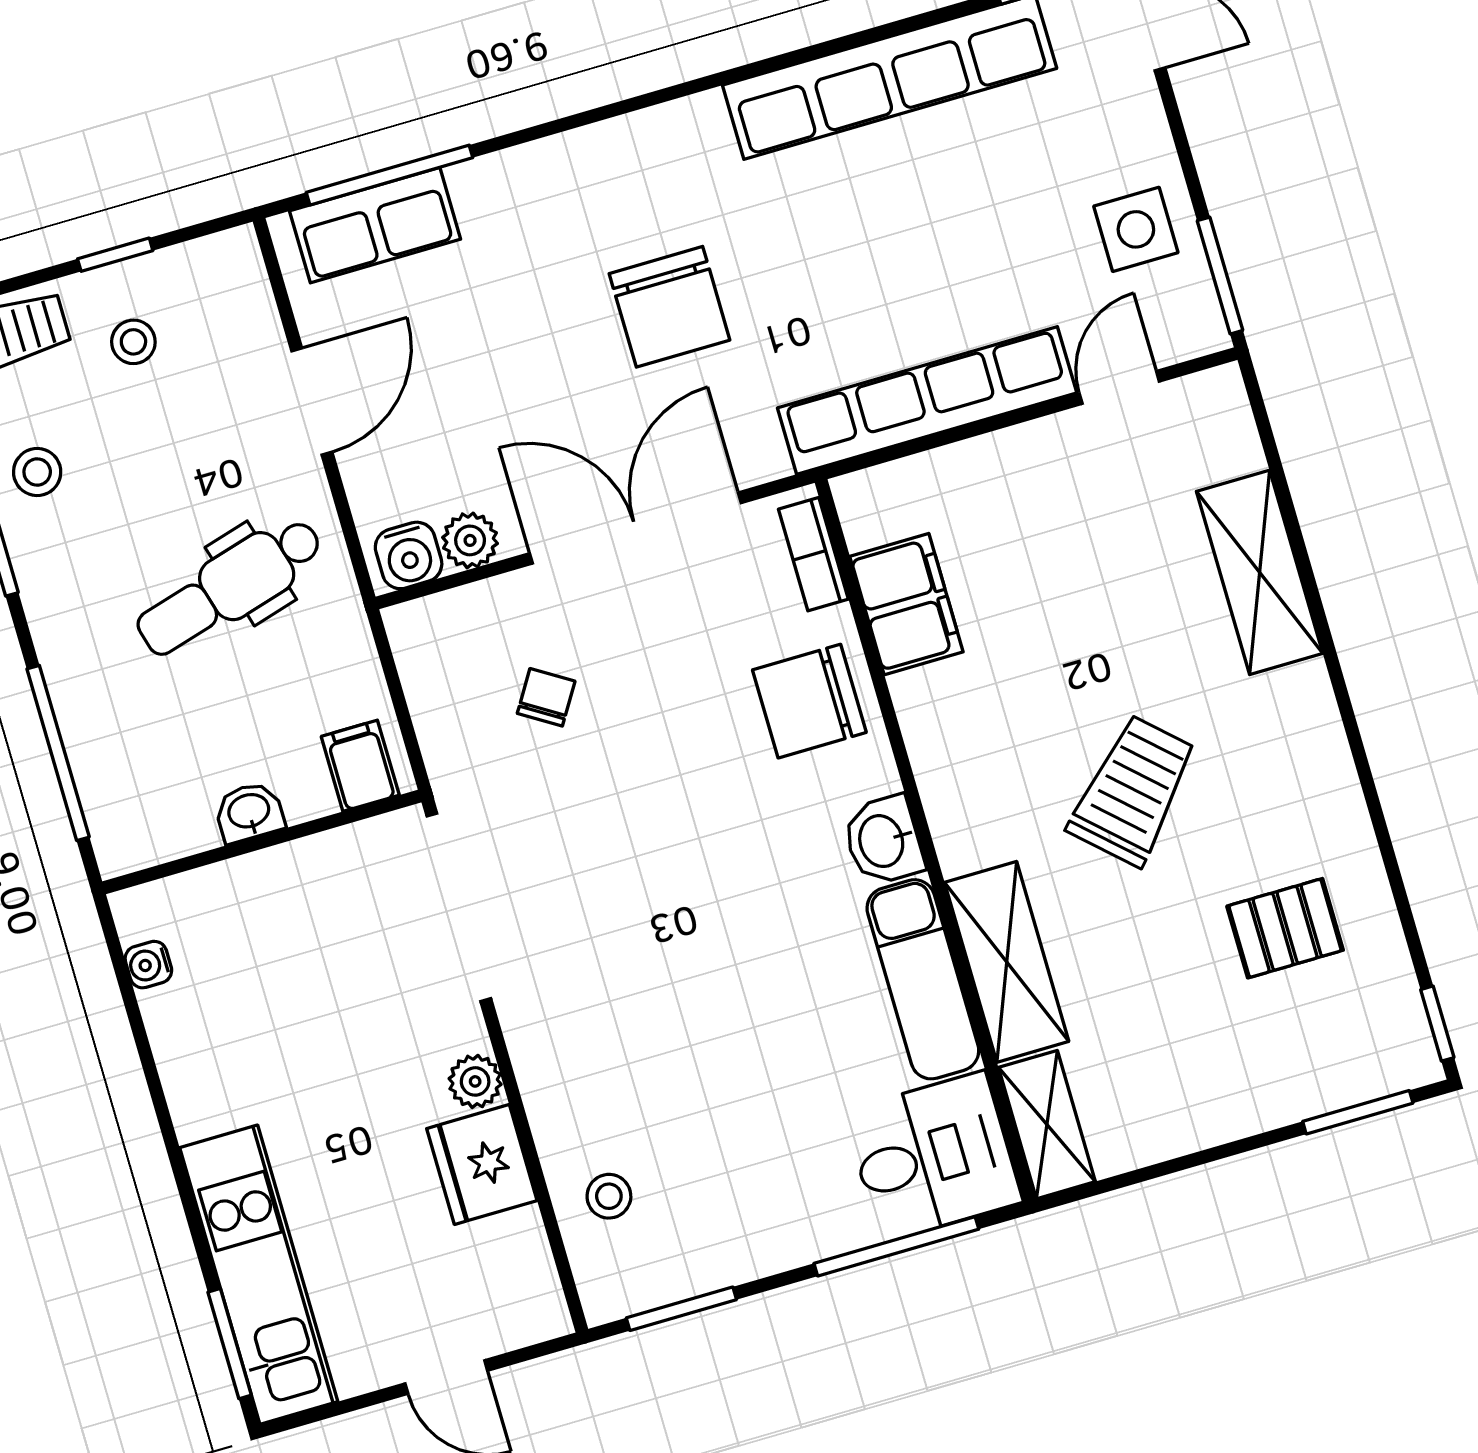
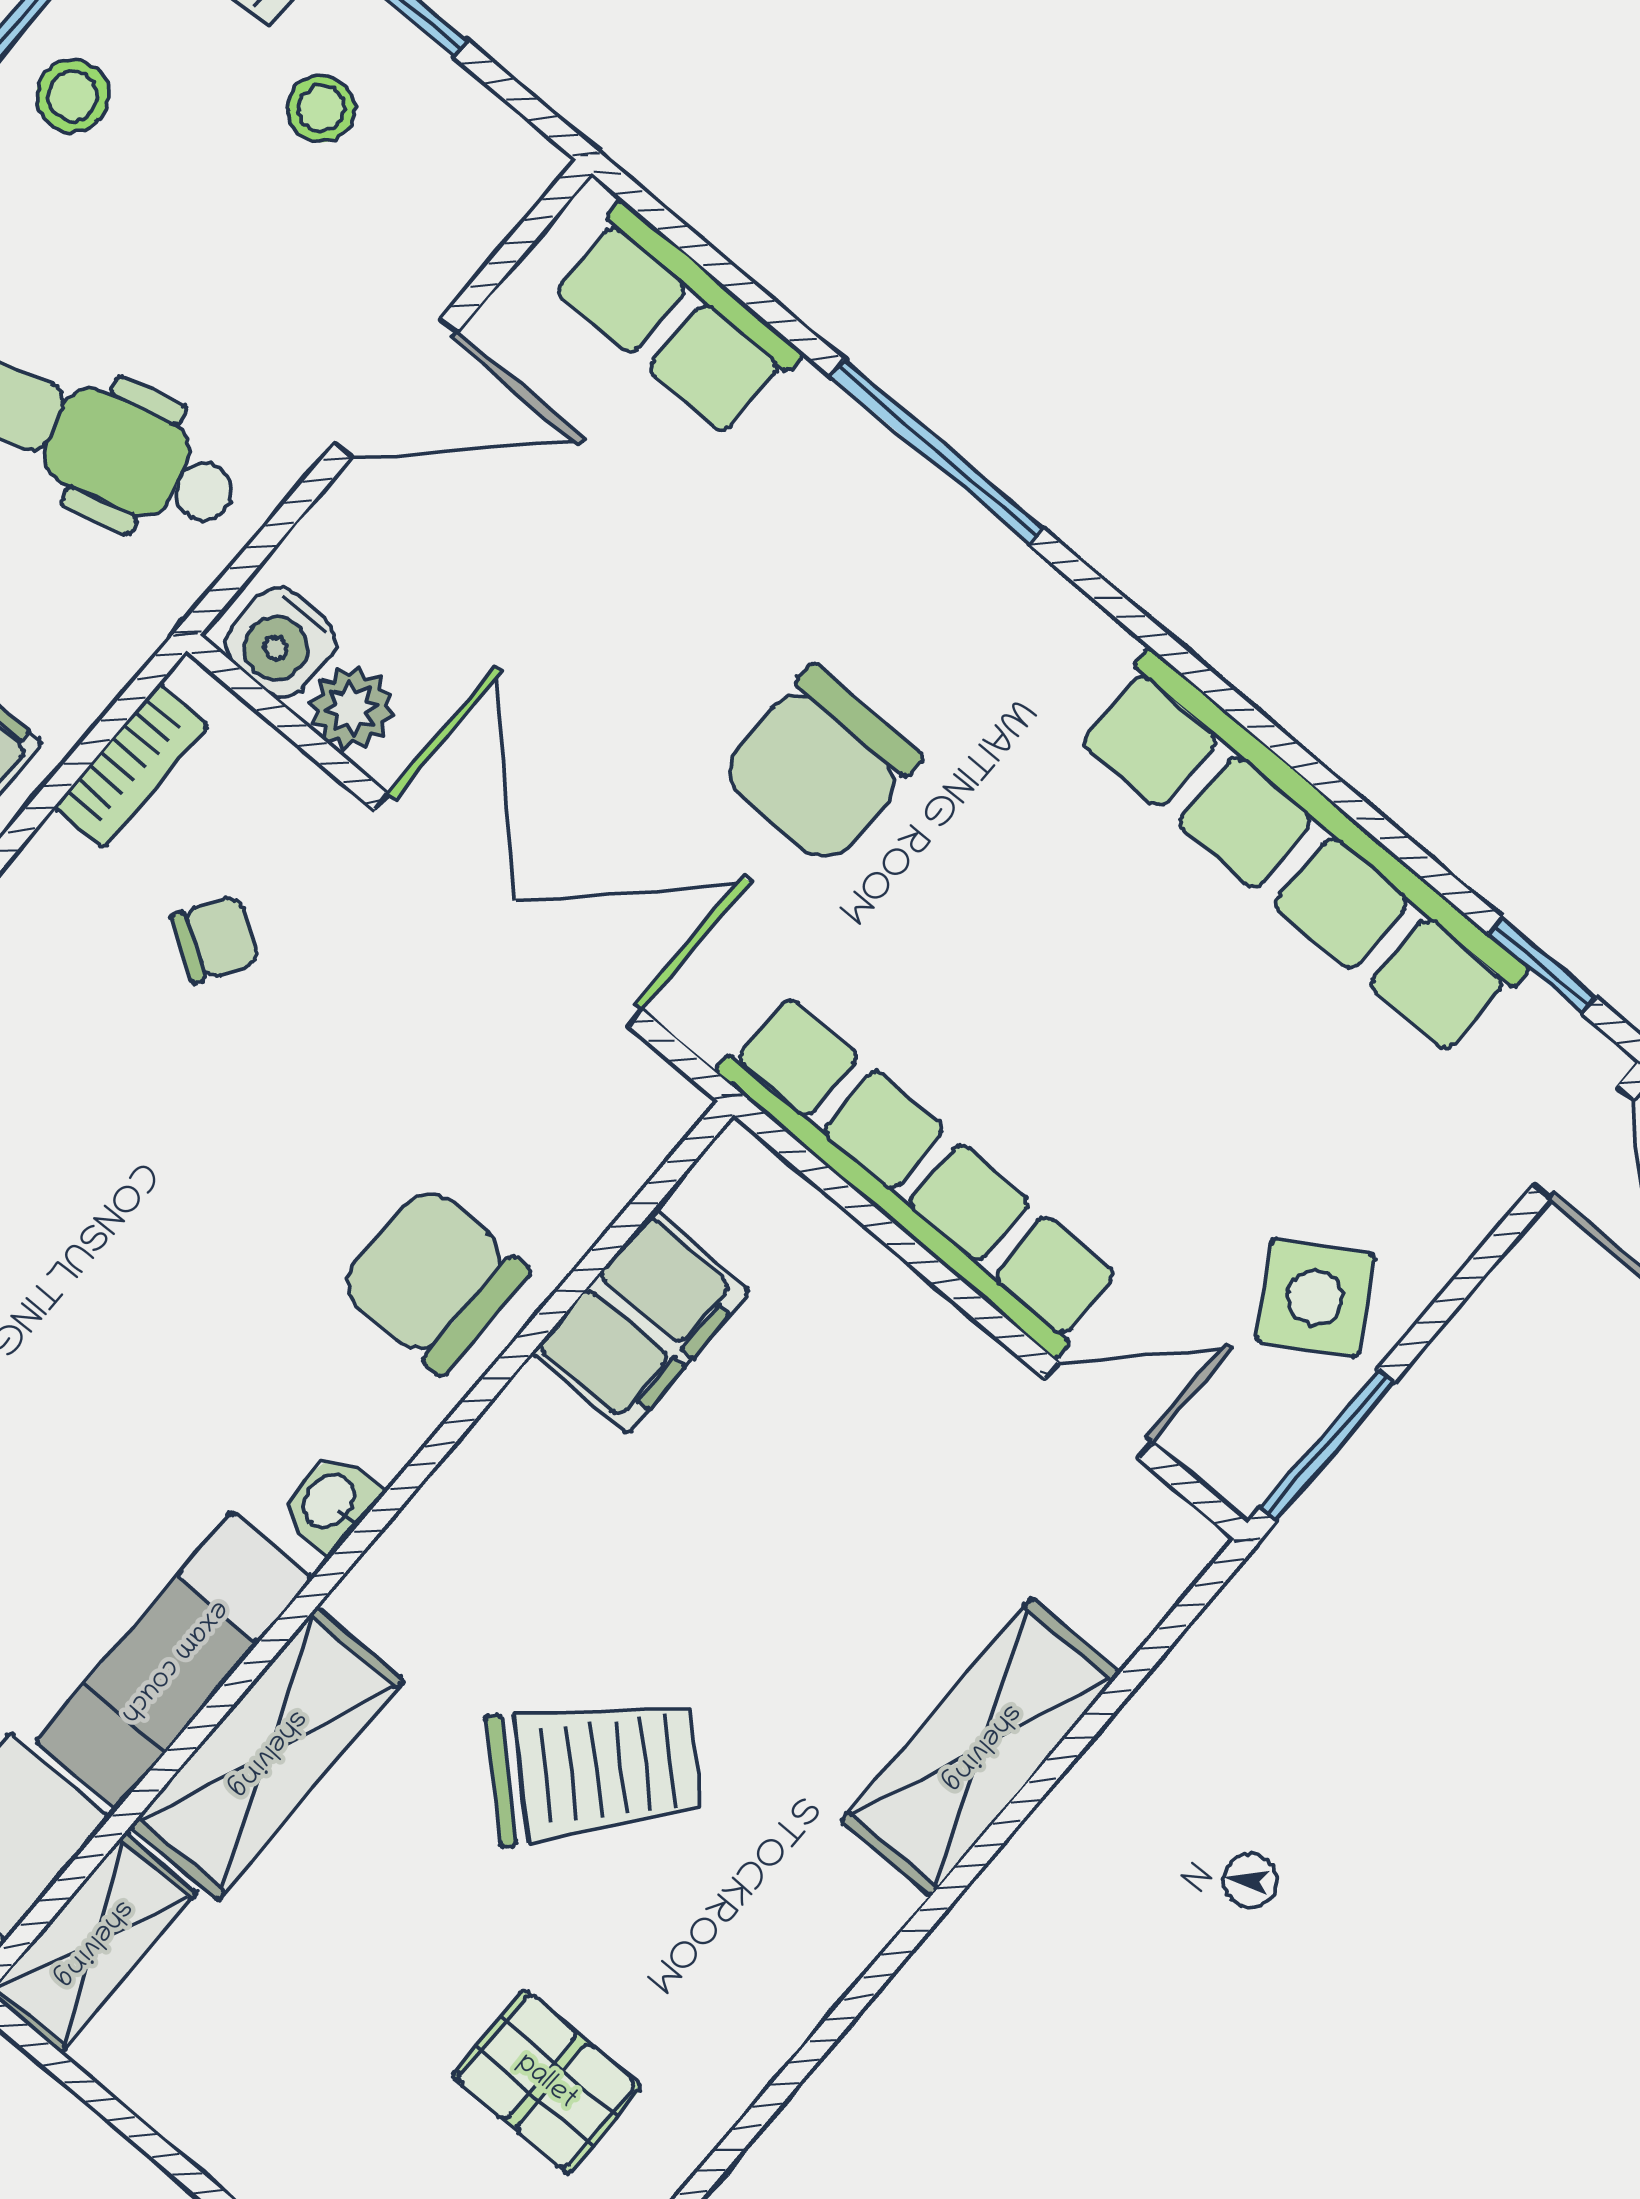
window: (390, 175) -> (937, 452), moved
side table: (1136, 229) -> (1315, 1298), turned -31
bookcase: (813, 554) -> (131, 766), moved, turned 180
washbasin: (883, 841) -> (330, 1503), width x0.72, depth x0.69

